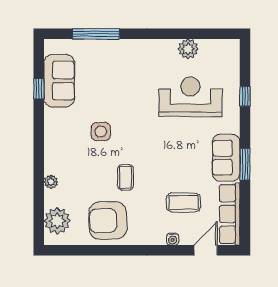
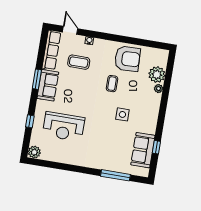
plant: (188, 49) -> (34, 152), moved
plant: (57, 221) -> (157, 75), moved
door: (206, 250) -> (70, 30), swing flipped

